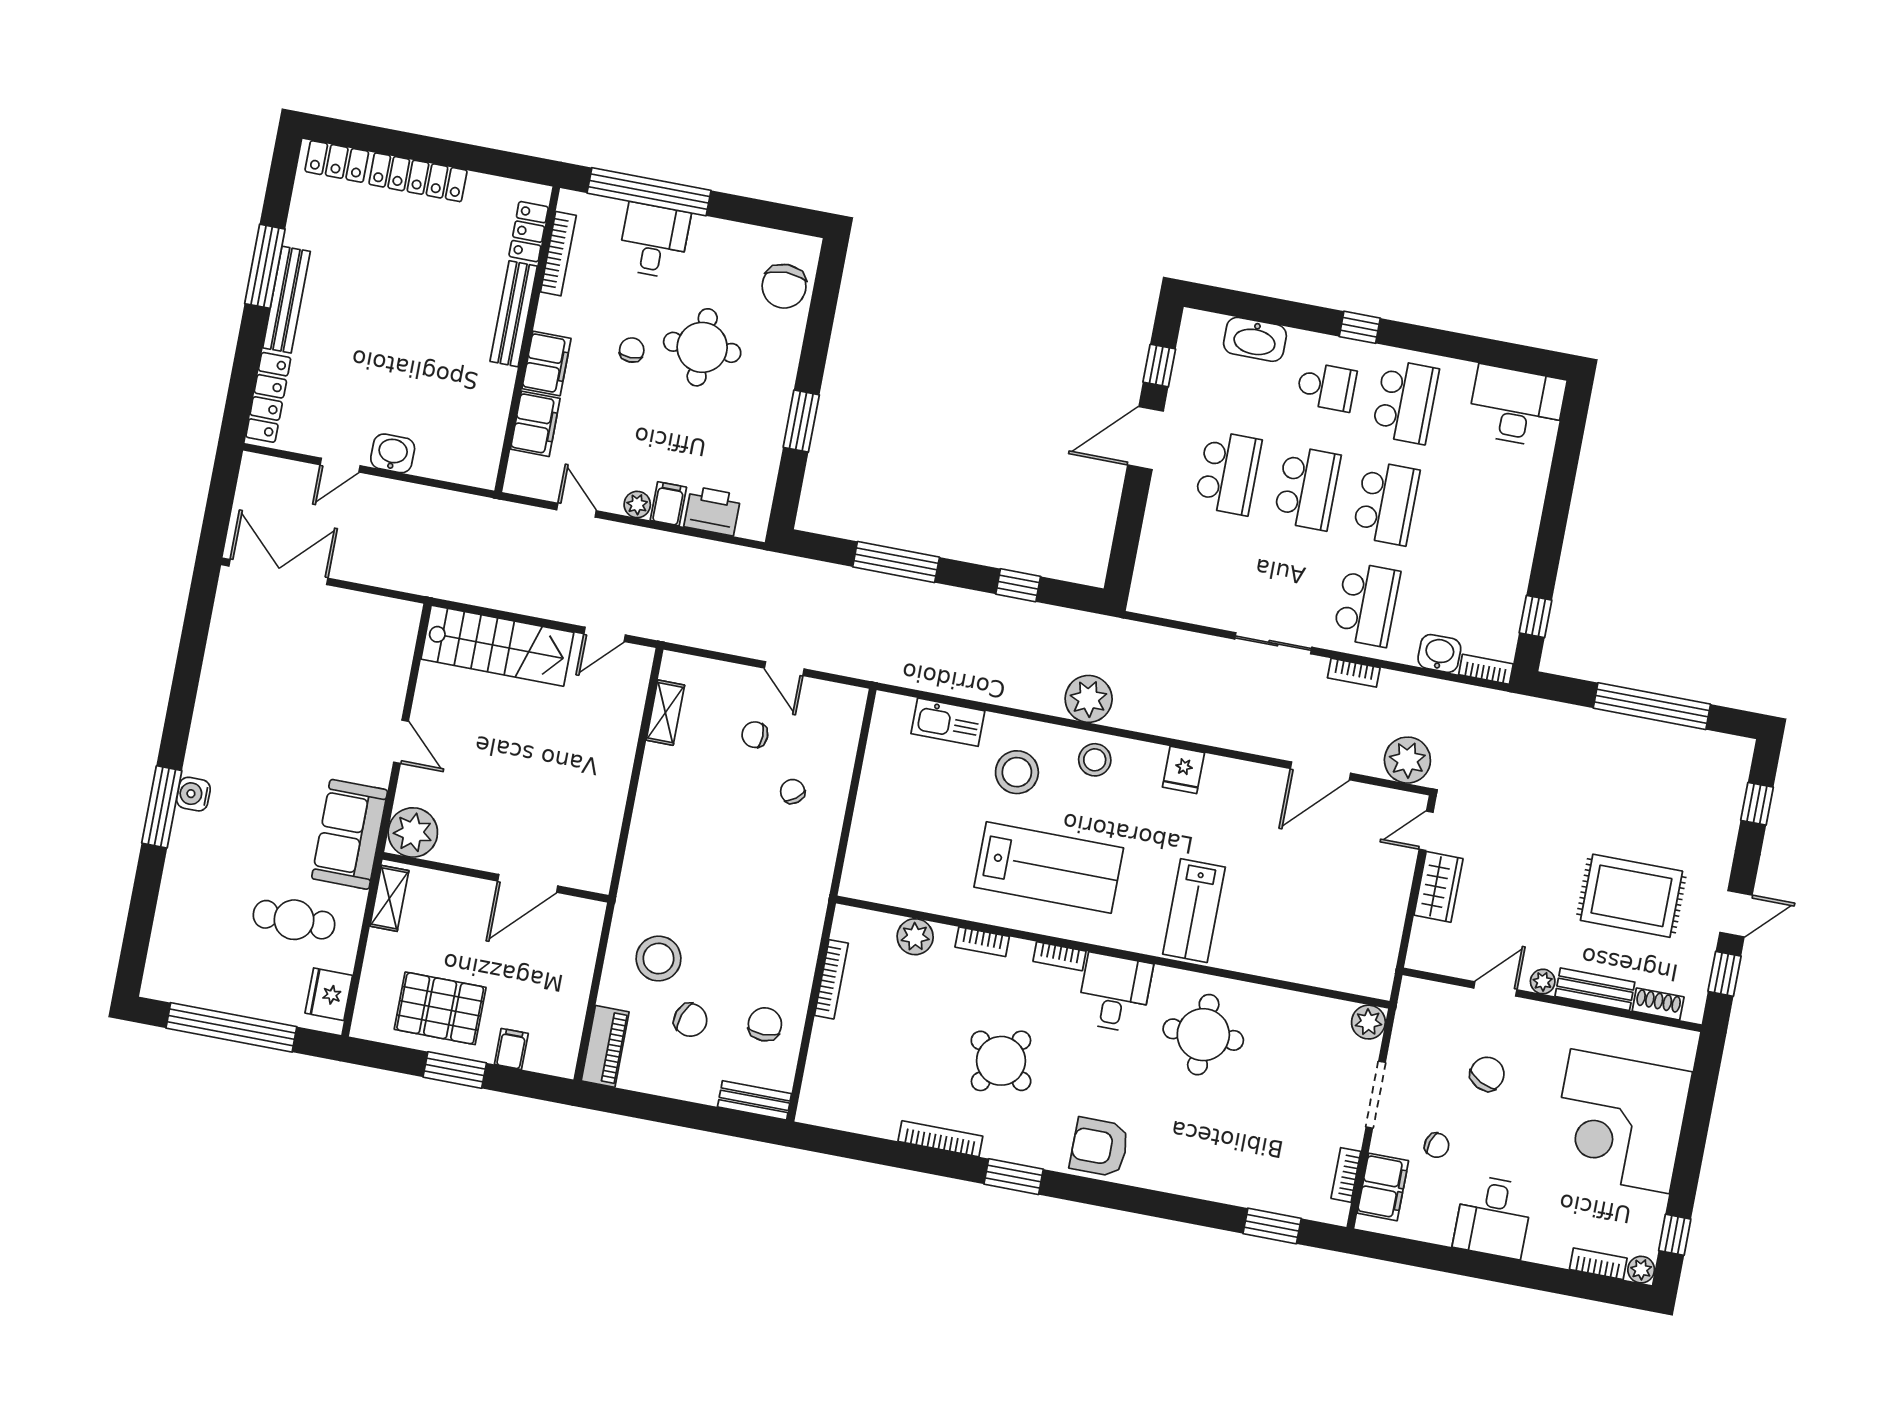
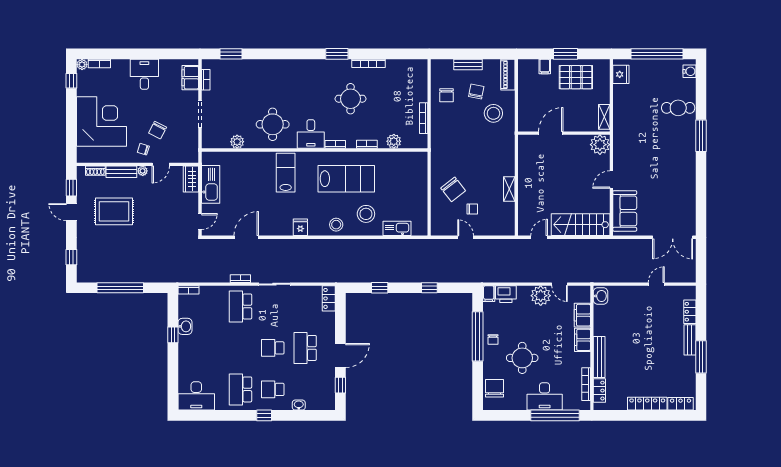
desk: (654, 241) -> (545, 396), width x1.37
bench: (286, 300) -> (690, 340), width x0.73
washbasin: (1255, 339) -> (299, 405), width x0.52, depth x0.69
chair: (632, 350) -> (493, 340), moved
locker: (268, 397) -> (690, 312), width x0.66
window: (801, 421) -> (478, 336), width x2.11
washbasin: (393, 453) -> (600, 296), moved, turned -90
school desk: (1307, 488) -> (273, 348), width x0.54
school desk: (1386, 503) -> (240, 348), removed
plant: (637, 504) -> (541, 296), width x1.88, depth x1.88
filing cabinet: (668, 504) -> (489, 294), moved
window: (896, 562) -> (429, 288), width x0.46
locker: (1147, 583) -> (329, 298), added
window: (1536, 616) -> (173, 335), moved
washbasin: (1439, 653) -> (185, 326), moved, turned -90
plant: (1089, 699) -> (343, 248), removed
shelving: (665, 713) -> (509, 189), moved
door: (401, 742) -> (611, 180), hinge flipped
plant: (1407, 760) -> (213, 248), removed
chair: (793, 791) -> (453, 189), width x1.87, depth x1.87
water cooler: (193, 794) -> (689, 71), moved
sofa: (350, 834) -> (625, 211), moved
lab bench: (1049, 867) -> (346, 179), turned 180
wardrobe: (1438, 887) -> (191, 179), moved
door: (1736, 914) -> (71, 212), hinge flipped
kitchen sink: (1383, 917) -> (211, 184), added
cafe table: (294, 920) -> (678, 108), moved
chair: (690, 1020) -> (476, 91), turned 81
plant: (1368, 1022) -> (237, 142), moved
round table: (1001, 1061) -> (351, 99), turned -34
bench: (754, 1100) -> (468, 65), moved
chair: (1437, 1145) -> (143, 149), moved
armchair: (1099, 1147) -> (305, 72), removed

